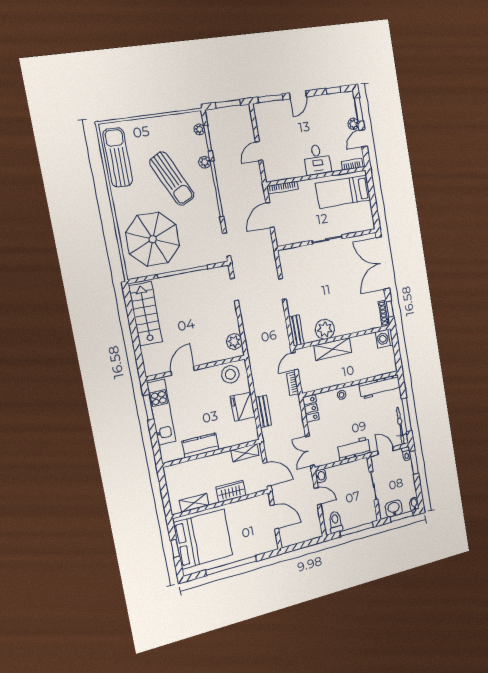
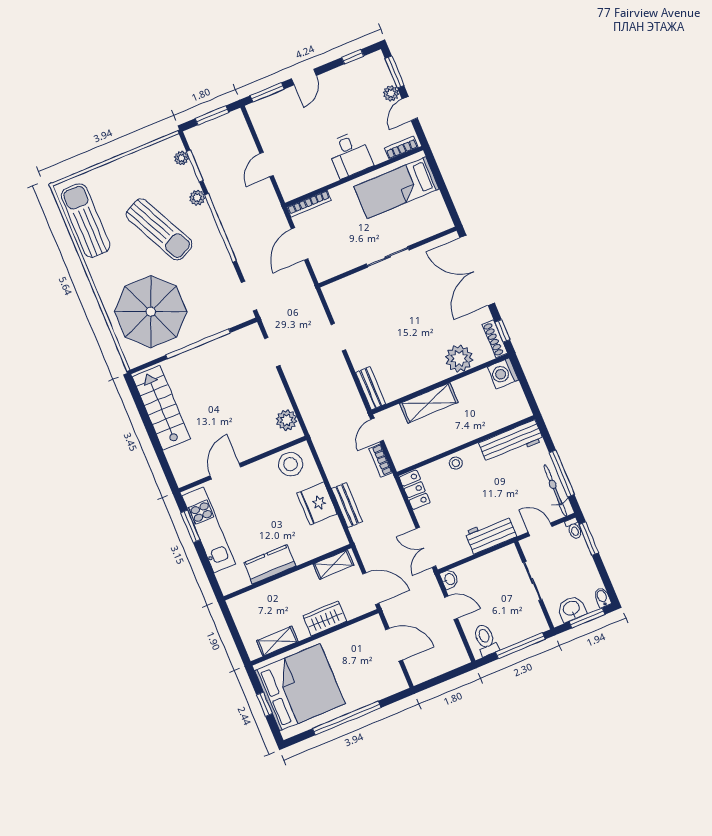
plant: (325, 329) -> (459, 359), moved

